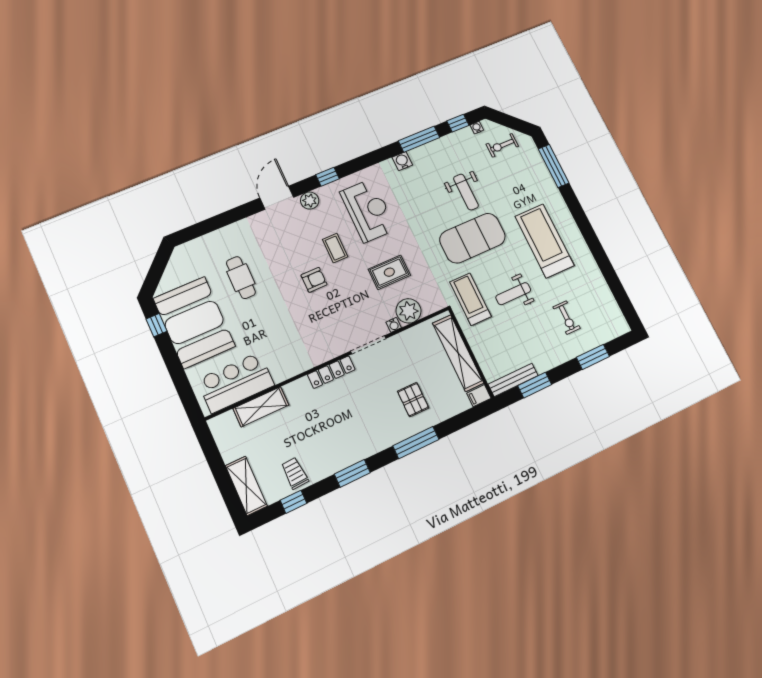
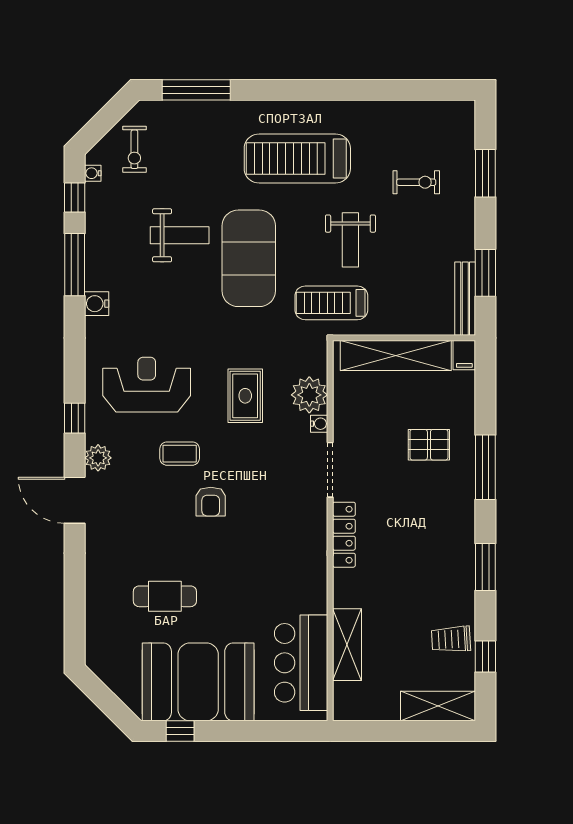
armchair: (314, 280) -> (211, 502), turned 180

